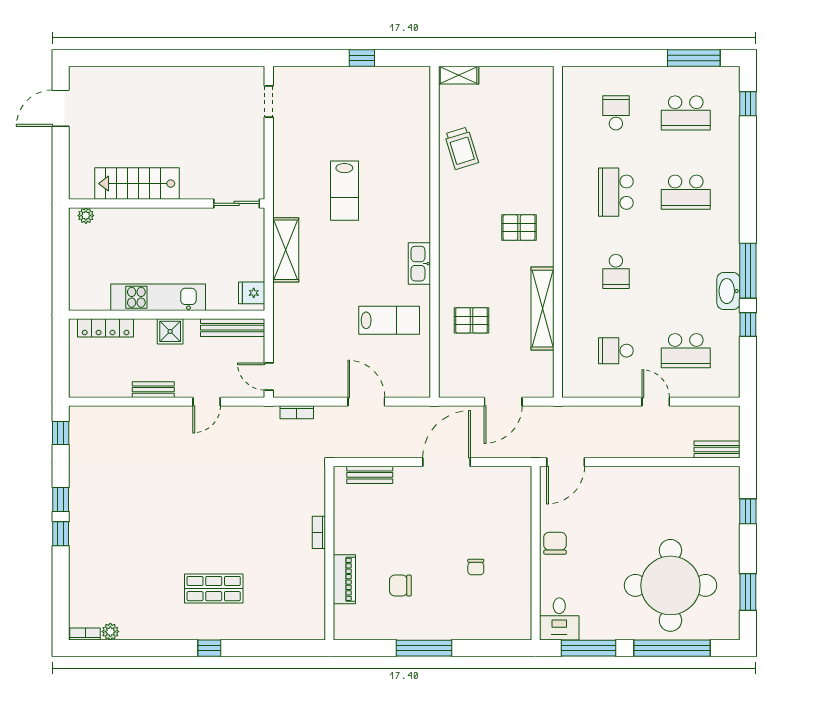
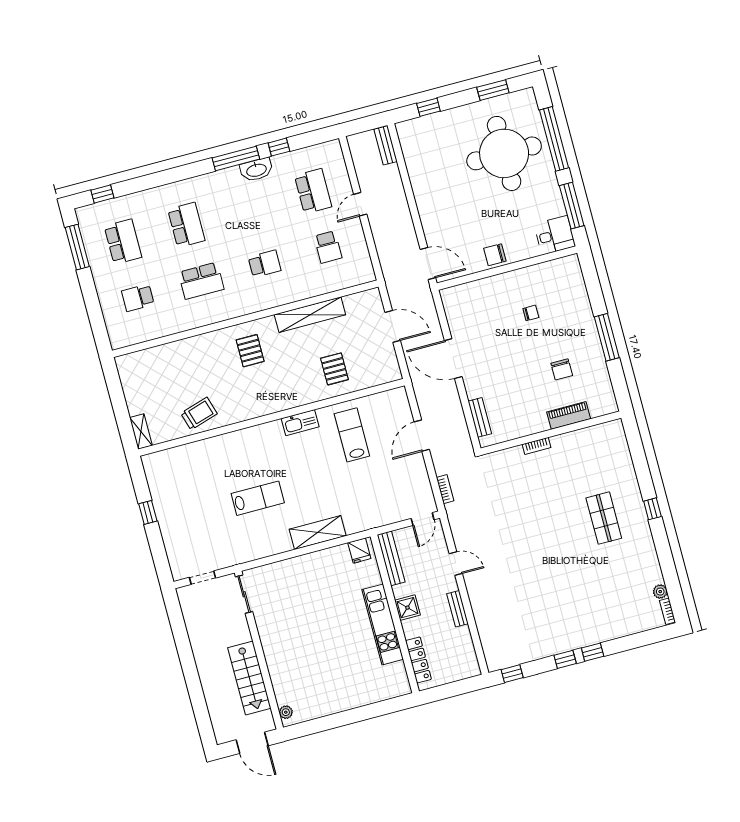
stairs: (137, 184) -> (249, 678), moved
wall: (167, 203) -> (259, 650), moved
sliding door: (237, 203) -> (244, 594), moved
plant: (86, 216) -> (286, 712), moved

